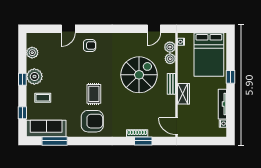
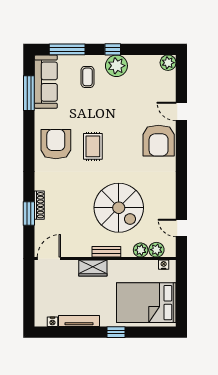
armchair: (90, 46) -> (159, 141), width x1.88, depth x1.88
plant: (32, 53) -> (168, 63), moved
rug: (94, 94) -> (93, 146), turned 90
window: (22, 113) -> (67, 49), width x2.17
armchair: (92, 121) -> (56, 144), turned 180

